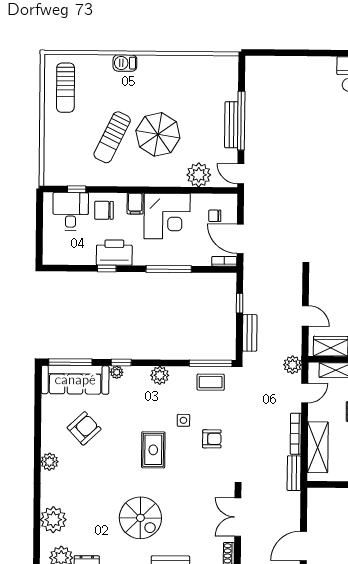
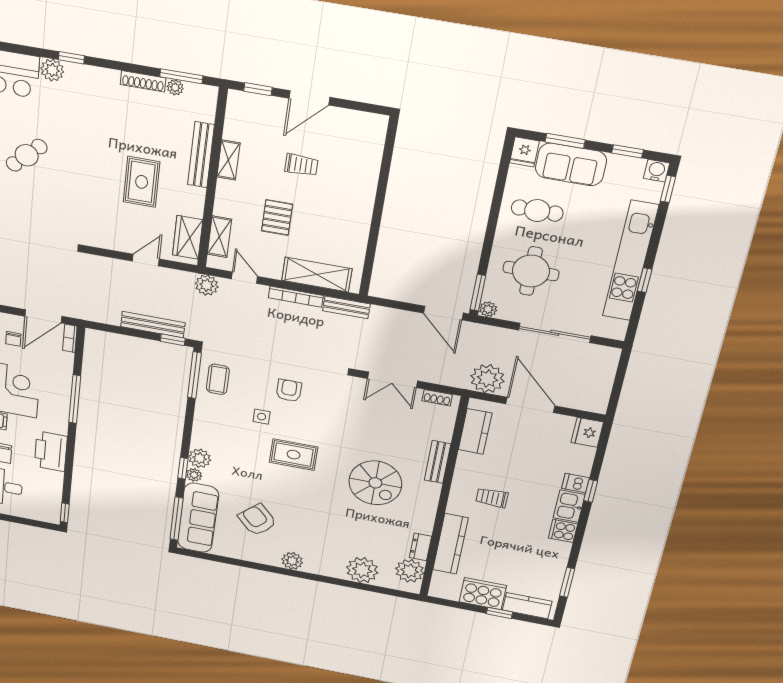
window: (107, 269) -> (65, 513), moved
window: (240, 303) -> (173, 340), moved
bench: (250, 333) -> (153, 325), width x1.36
plant: (160, 375) -> (200, 458), moved
spiral stairs: (140, 518) -> (375, 483), turned 90

